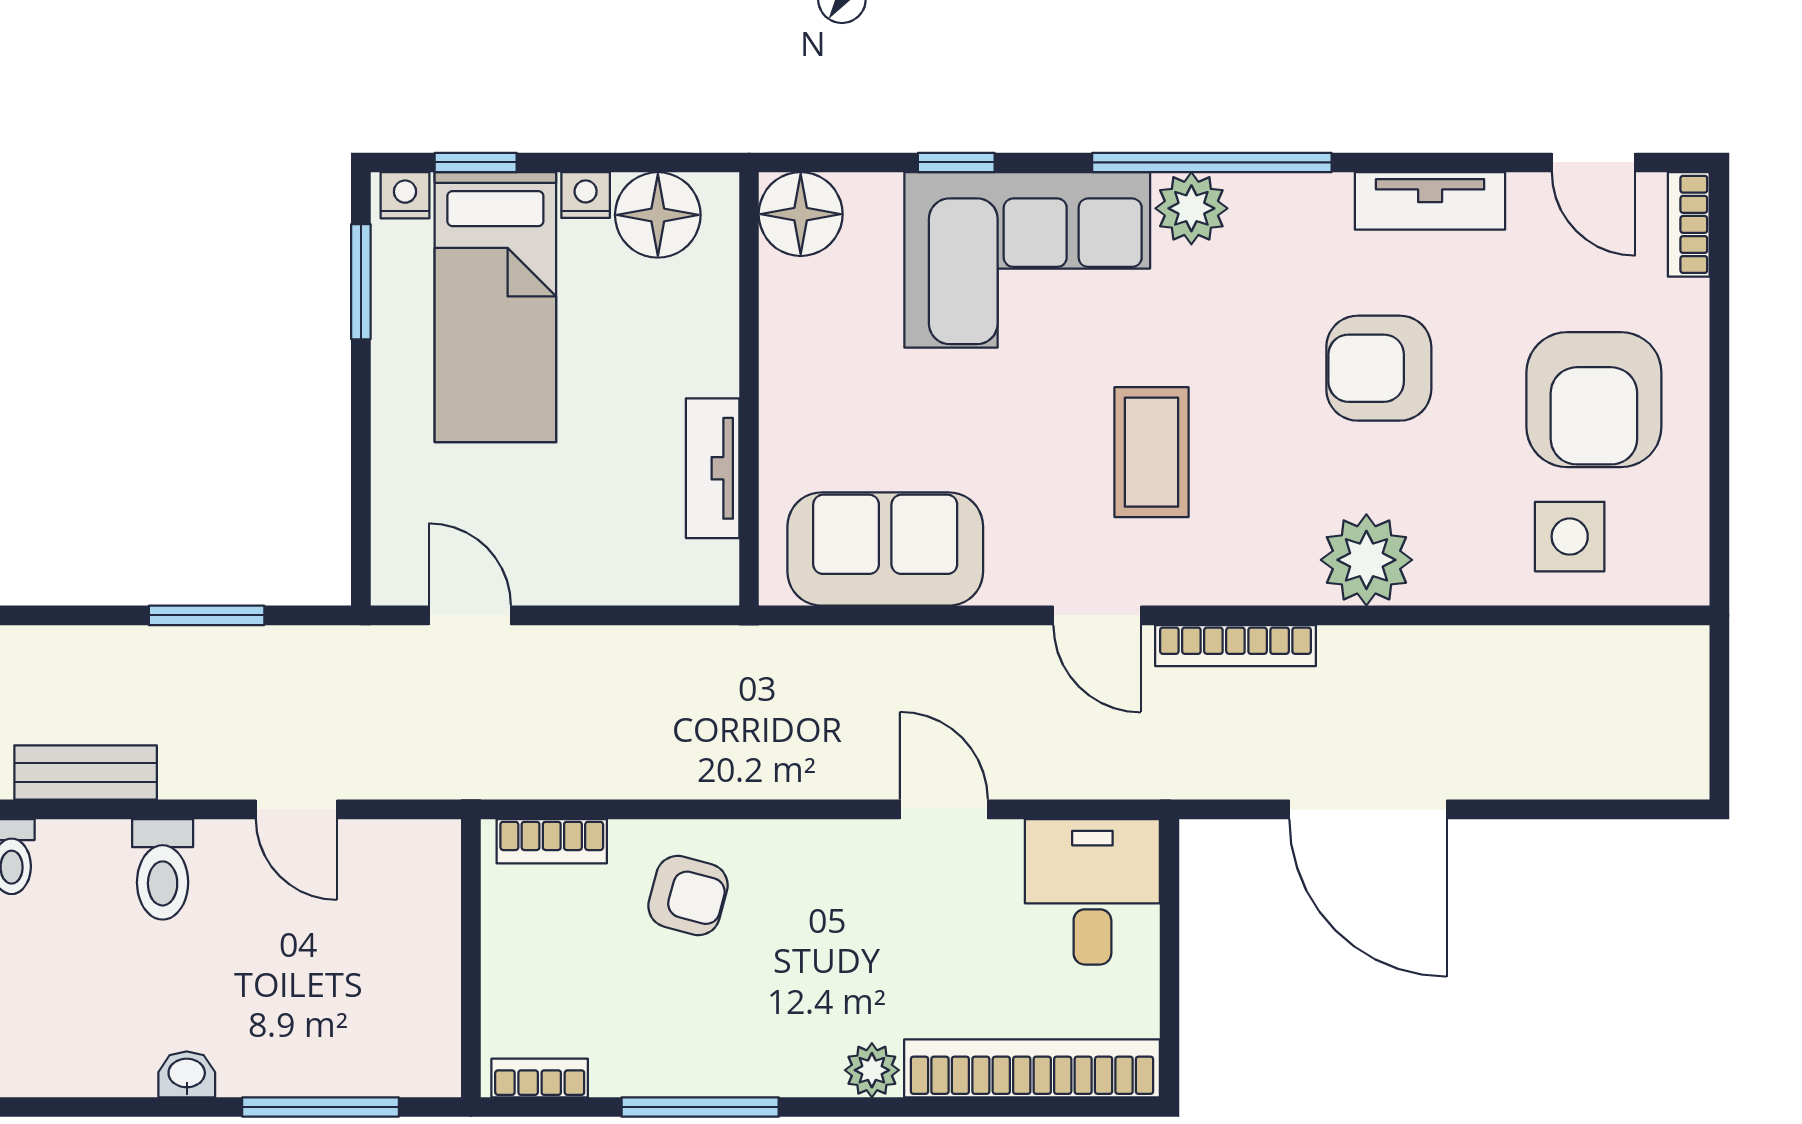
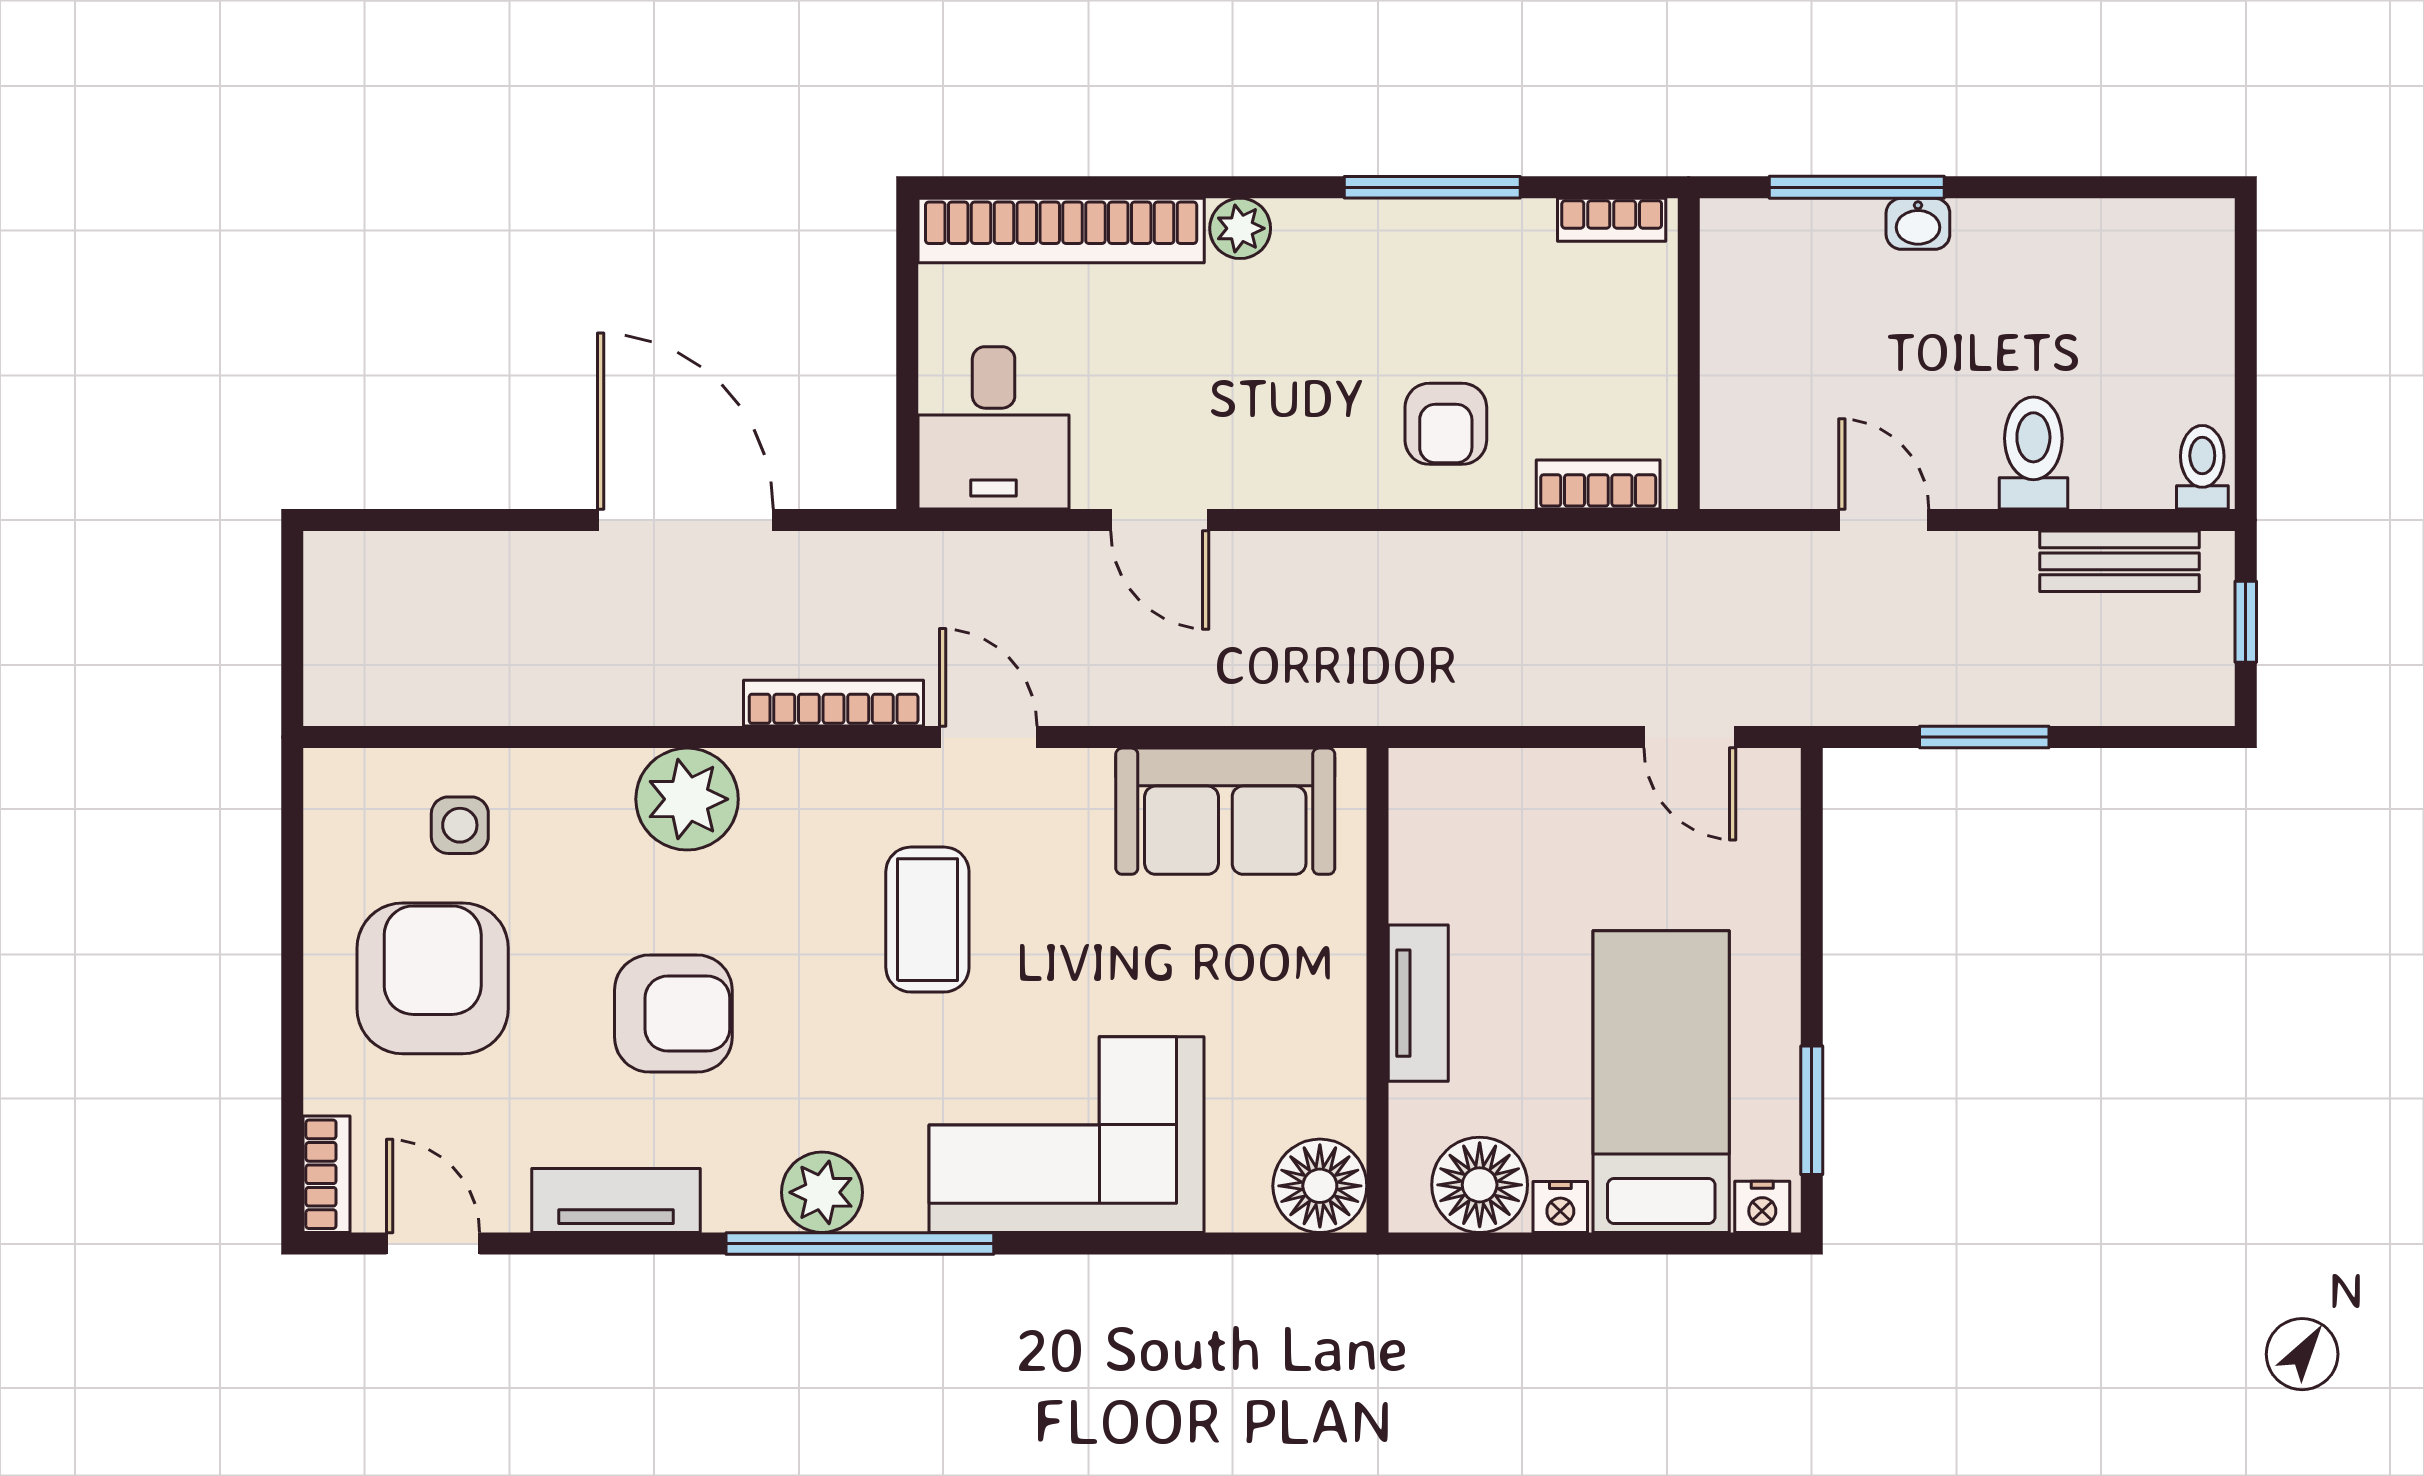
window: (476, 162) -> (1683, 1244), removed
window: (956, 162) -> (1146, 1244), removed
plant: (1191, 208) -> (822, 1192), moved
tv unit: (713, 468) -> (1418, 1003), moved
side table: (1570, 537) -> (460, 825), width x0.73, depth x0.73
armchair: (688, 896) -> (1446, 424), turned -105
washbasin: (187, 1074) -> (1918, 224), moved

